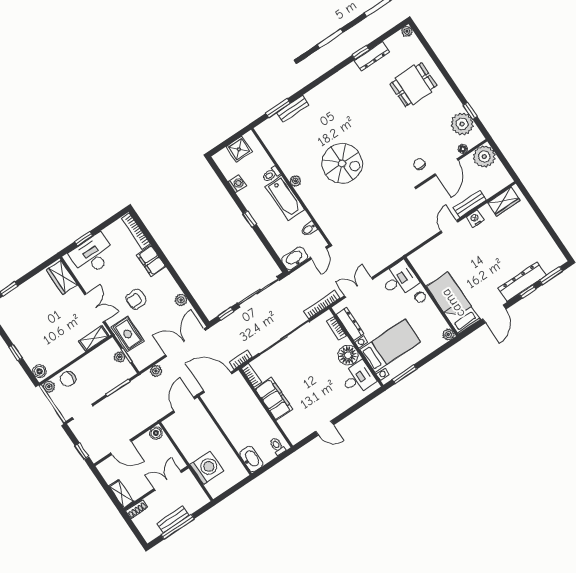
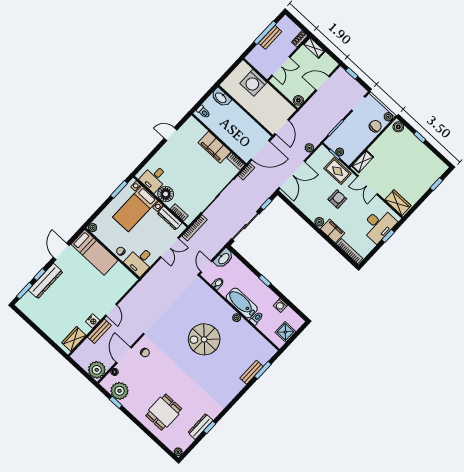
plant: (181, 300) -> (319, 222), moved

